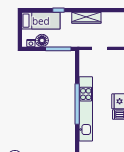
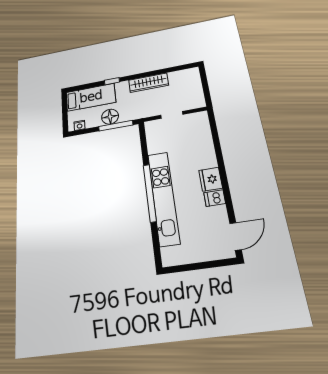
floor lamp: (42, 40) -> (110, 117), moved

